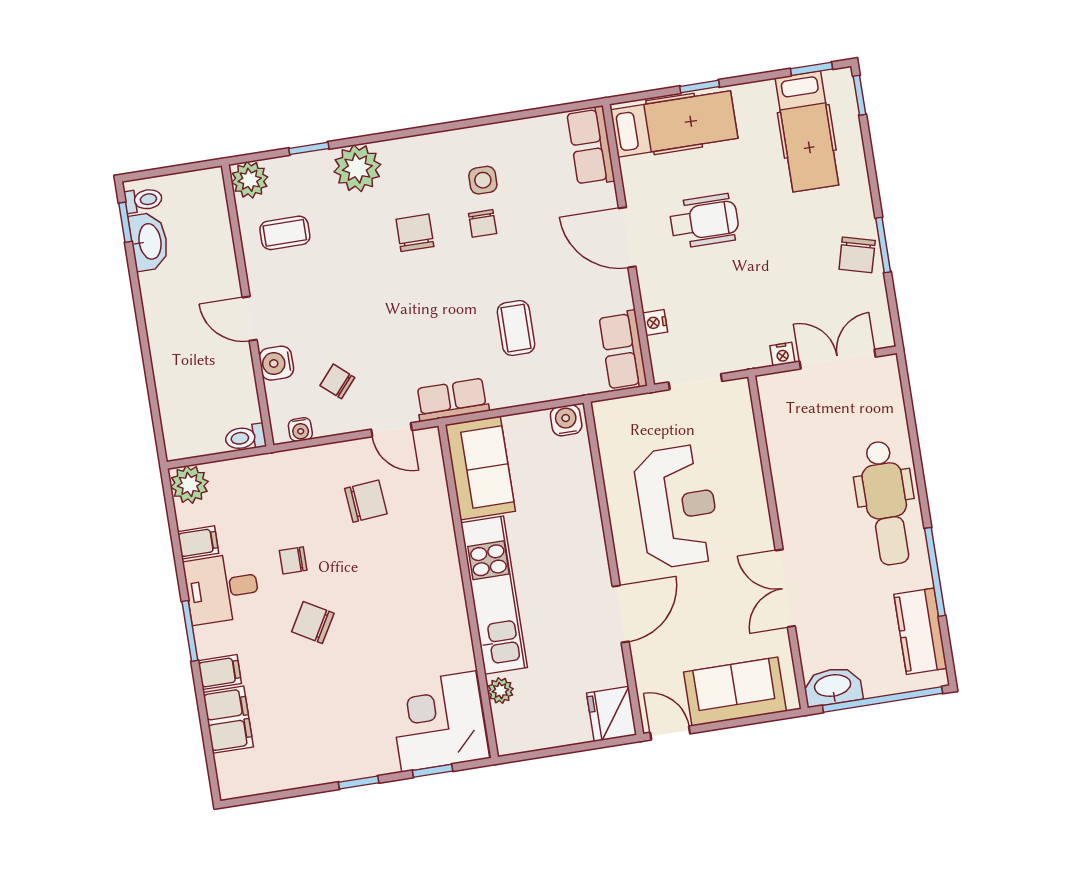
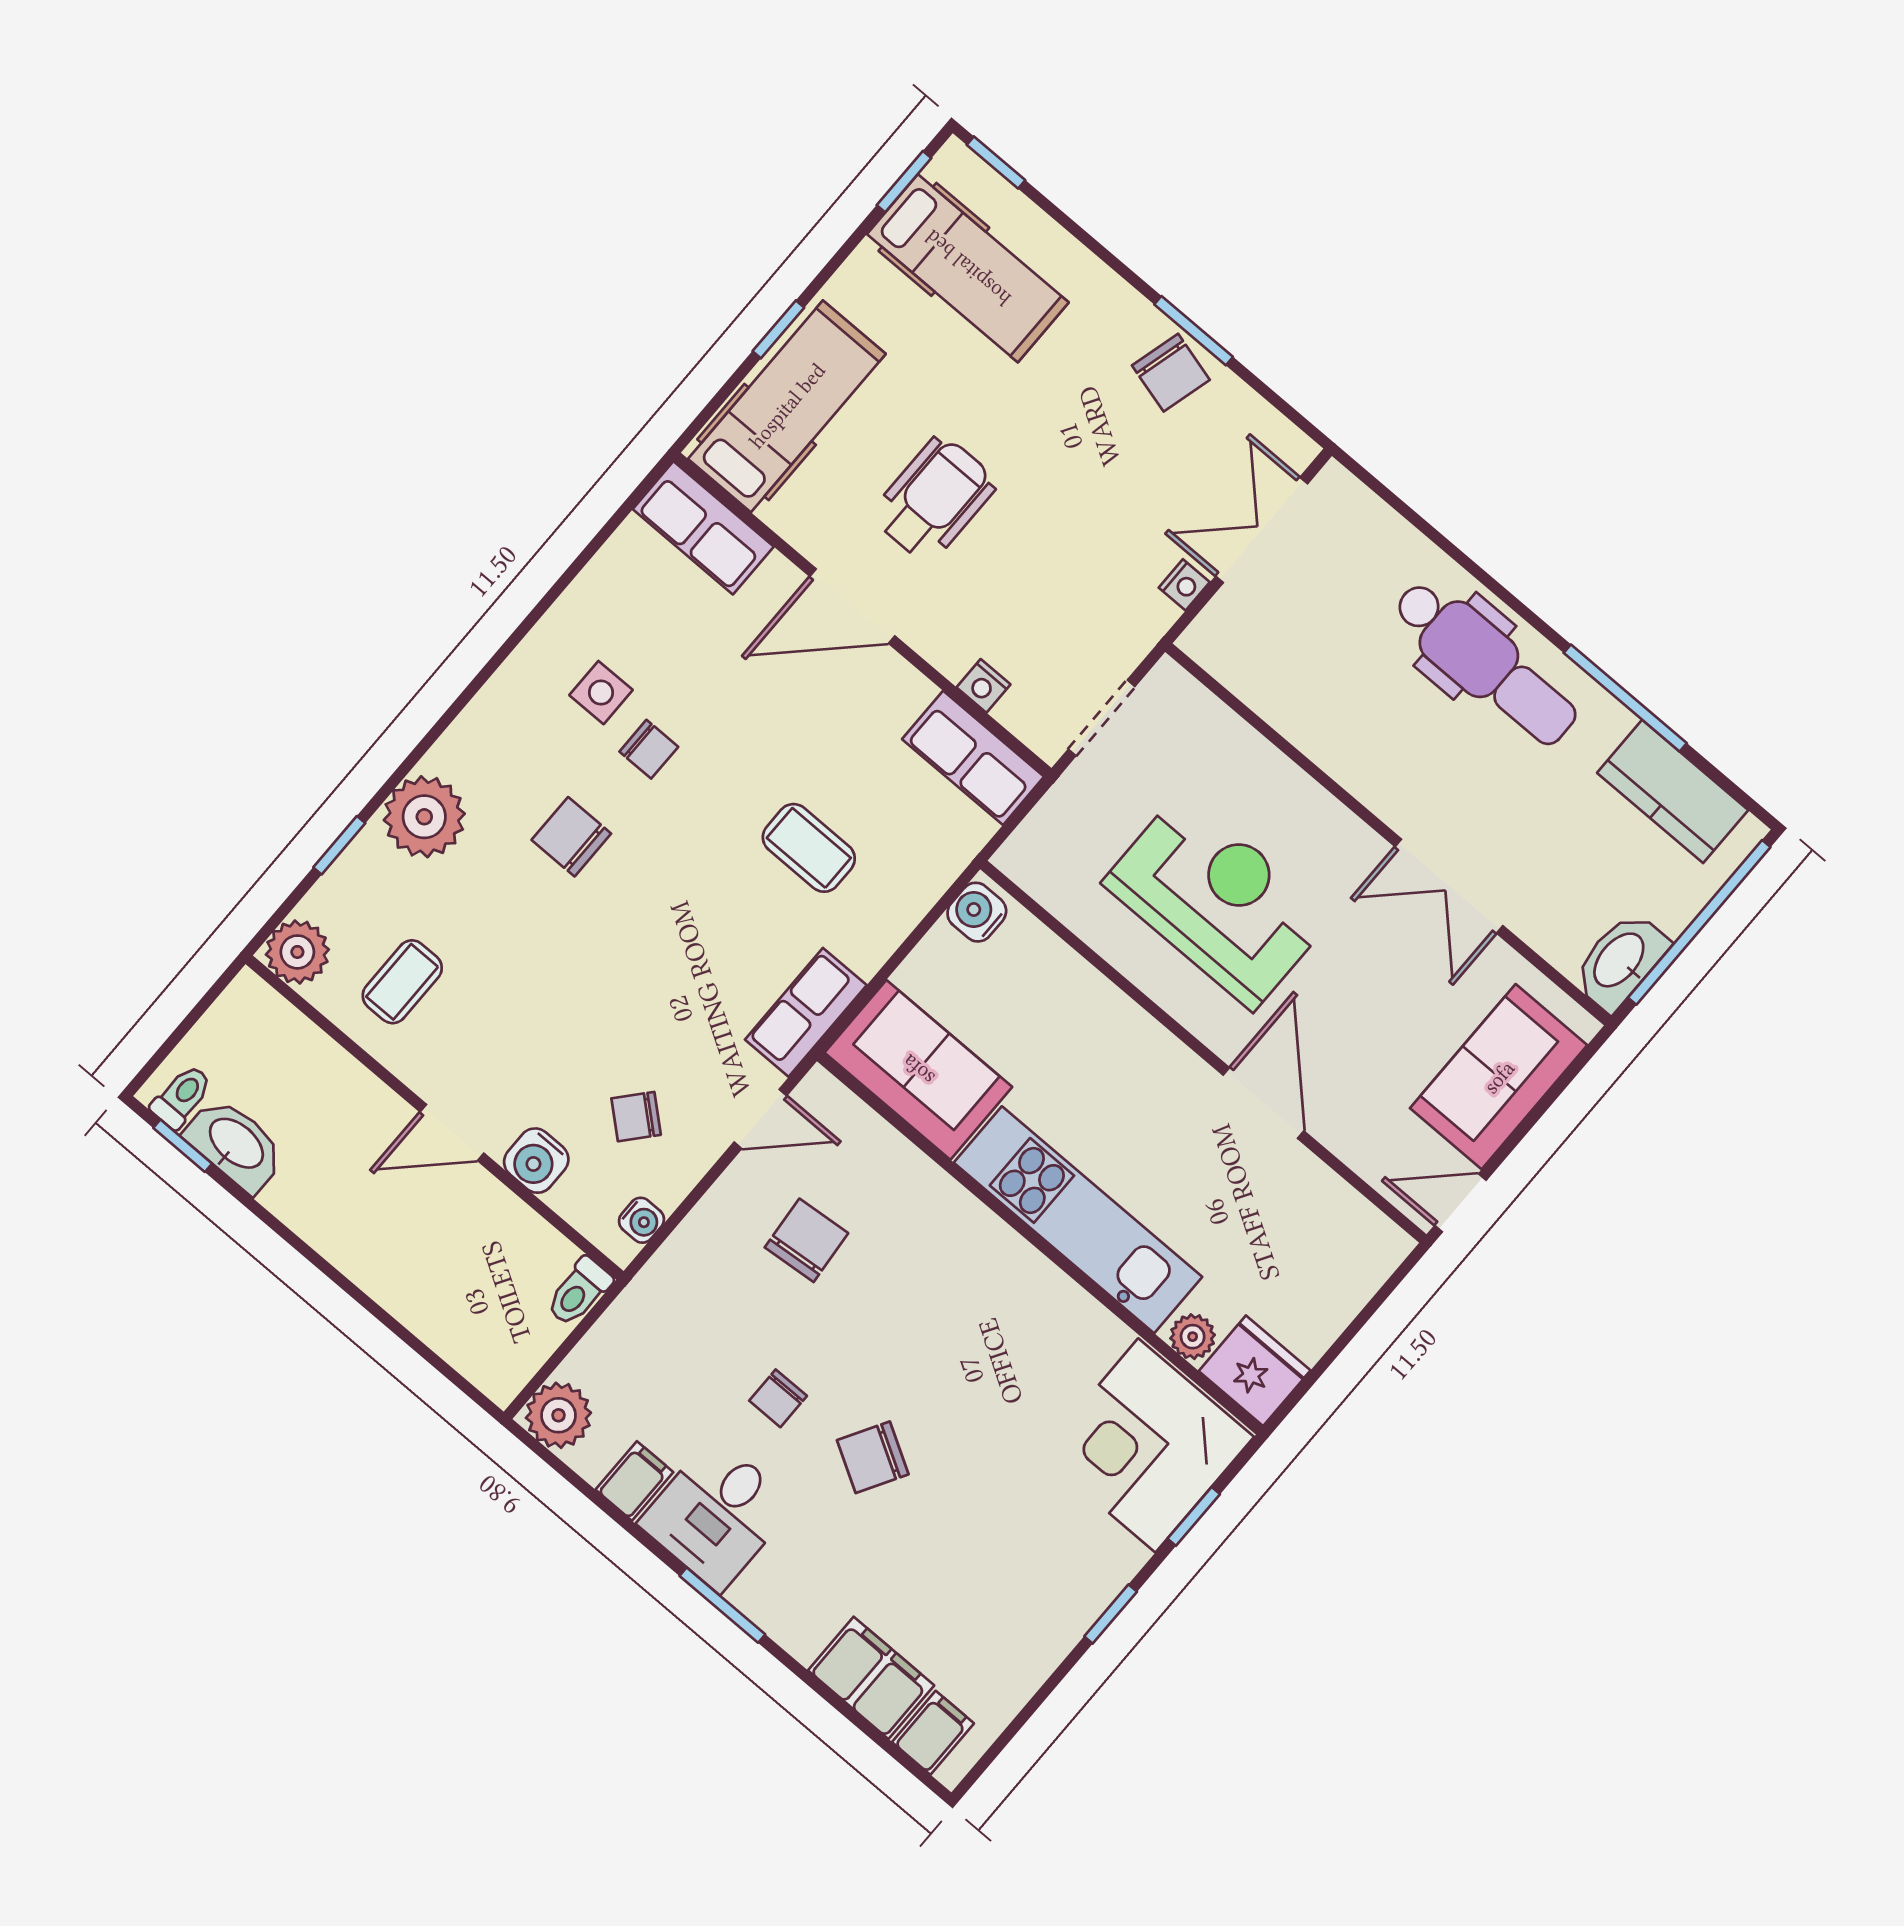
filing cabinet: (220, 672) -> (933, 1733), moved
fridge: (612, 714) -> (1255, 1371), moved, turned 180

